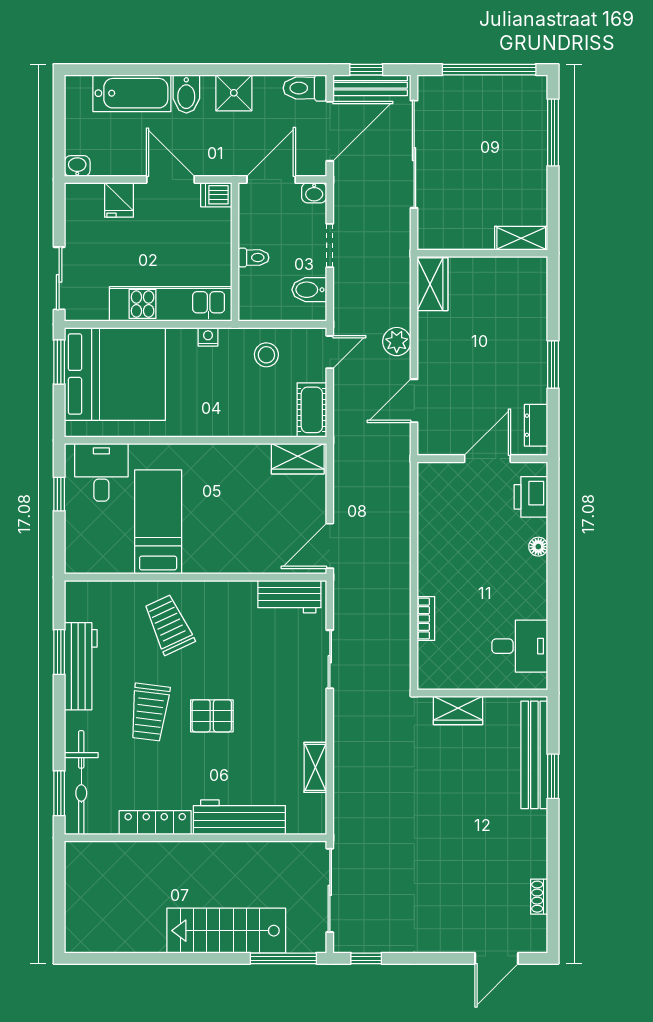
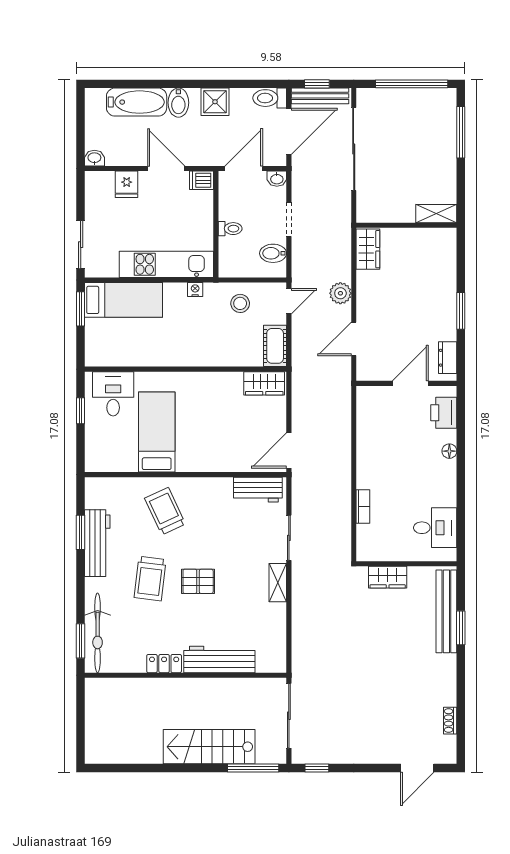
bed: (115, 374) -> (123, 300), width x0.49
shelving: (315, 767) -> (278, 583), moved
locker: (155, 823) -> (164, 664), width x0.66

